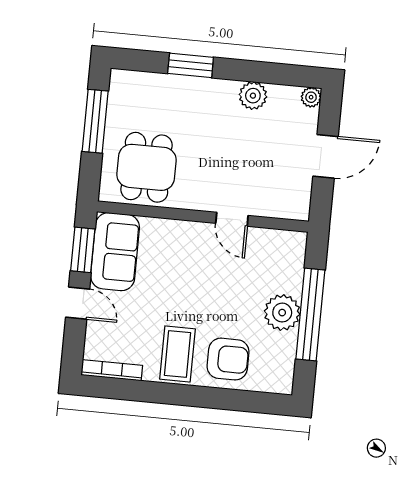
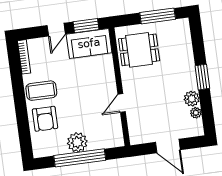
window: (191, 65) -> (202, 77), moved
plant: (311, 97) -> (196, 113), moved

